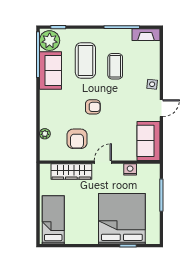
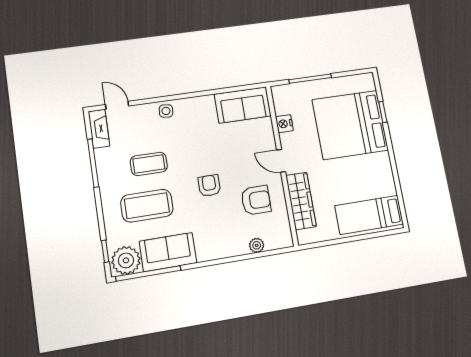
door: (161, 108) -> (117, 105), moved

